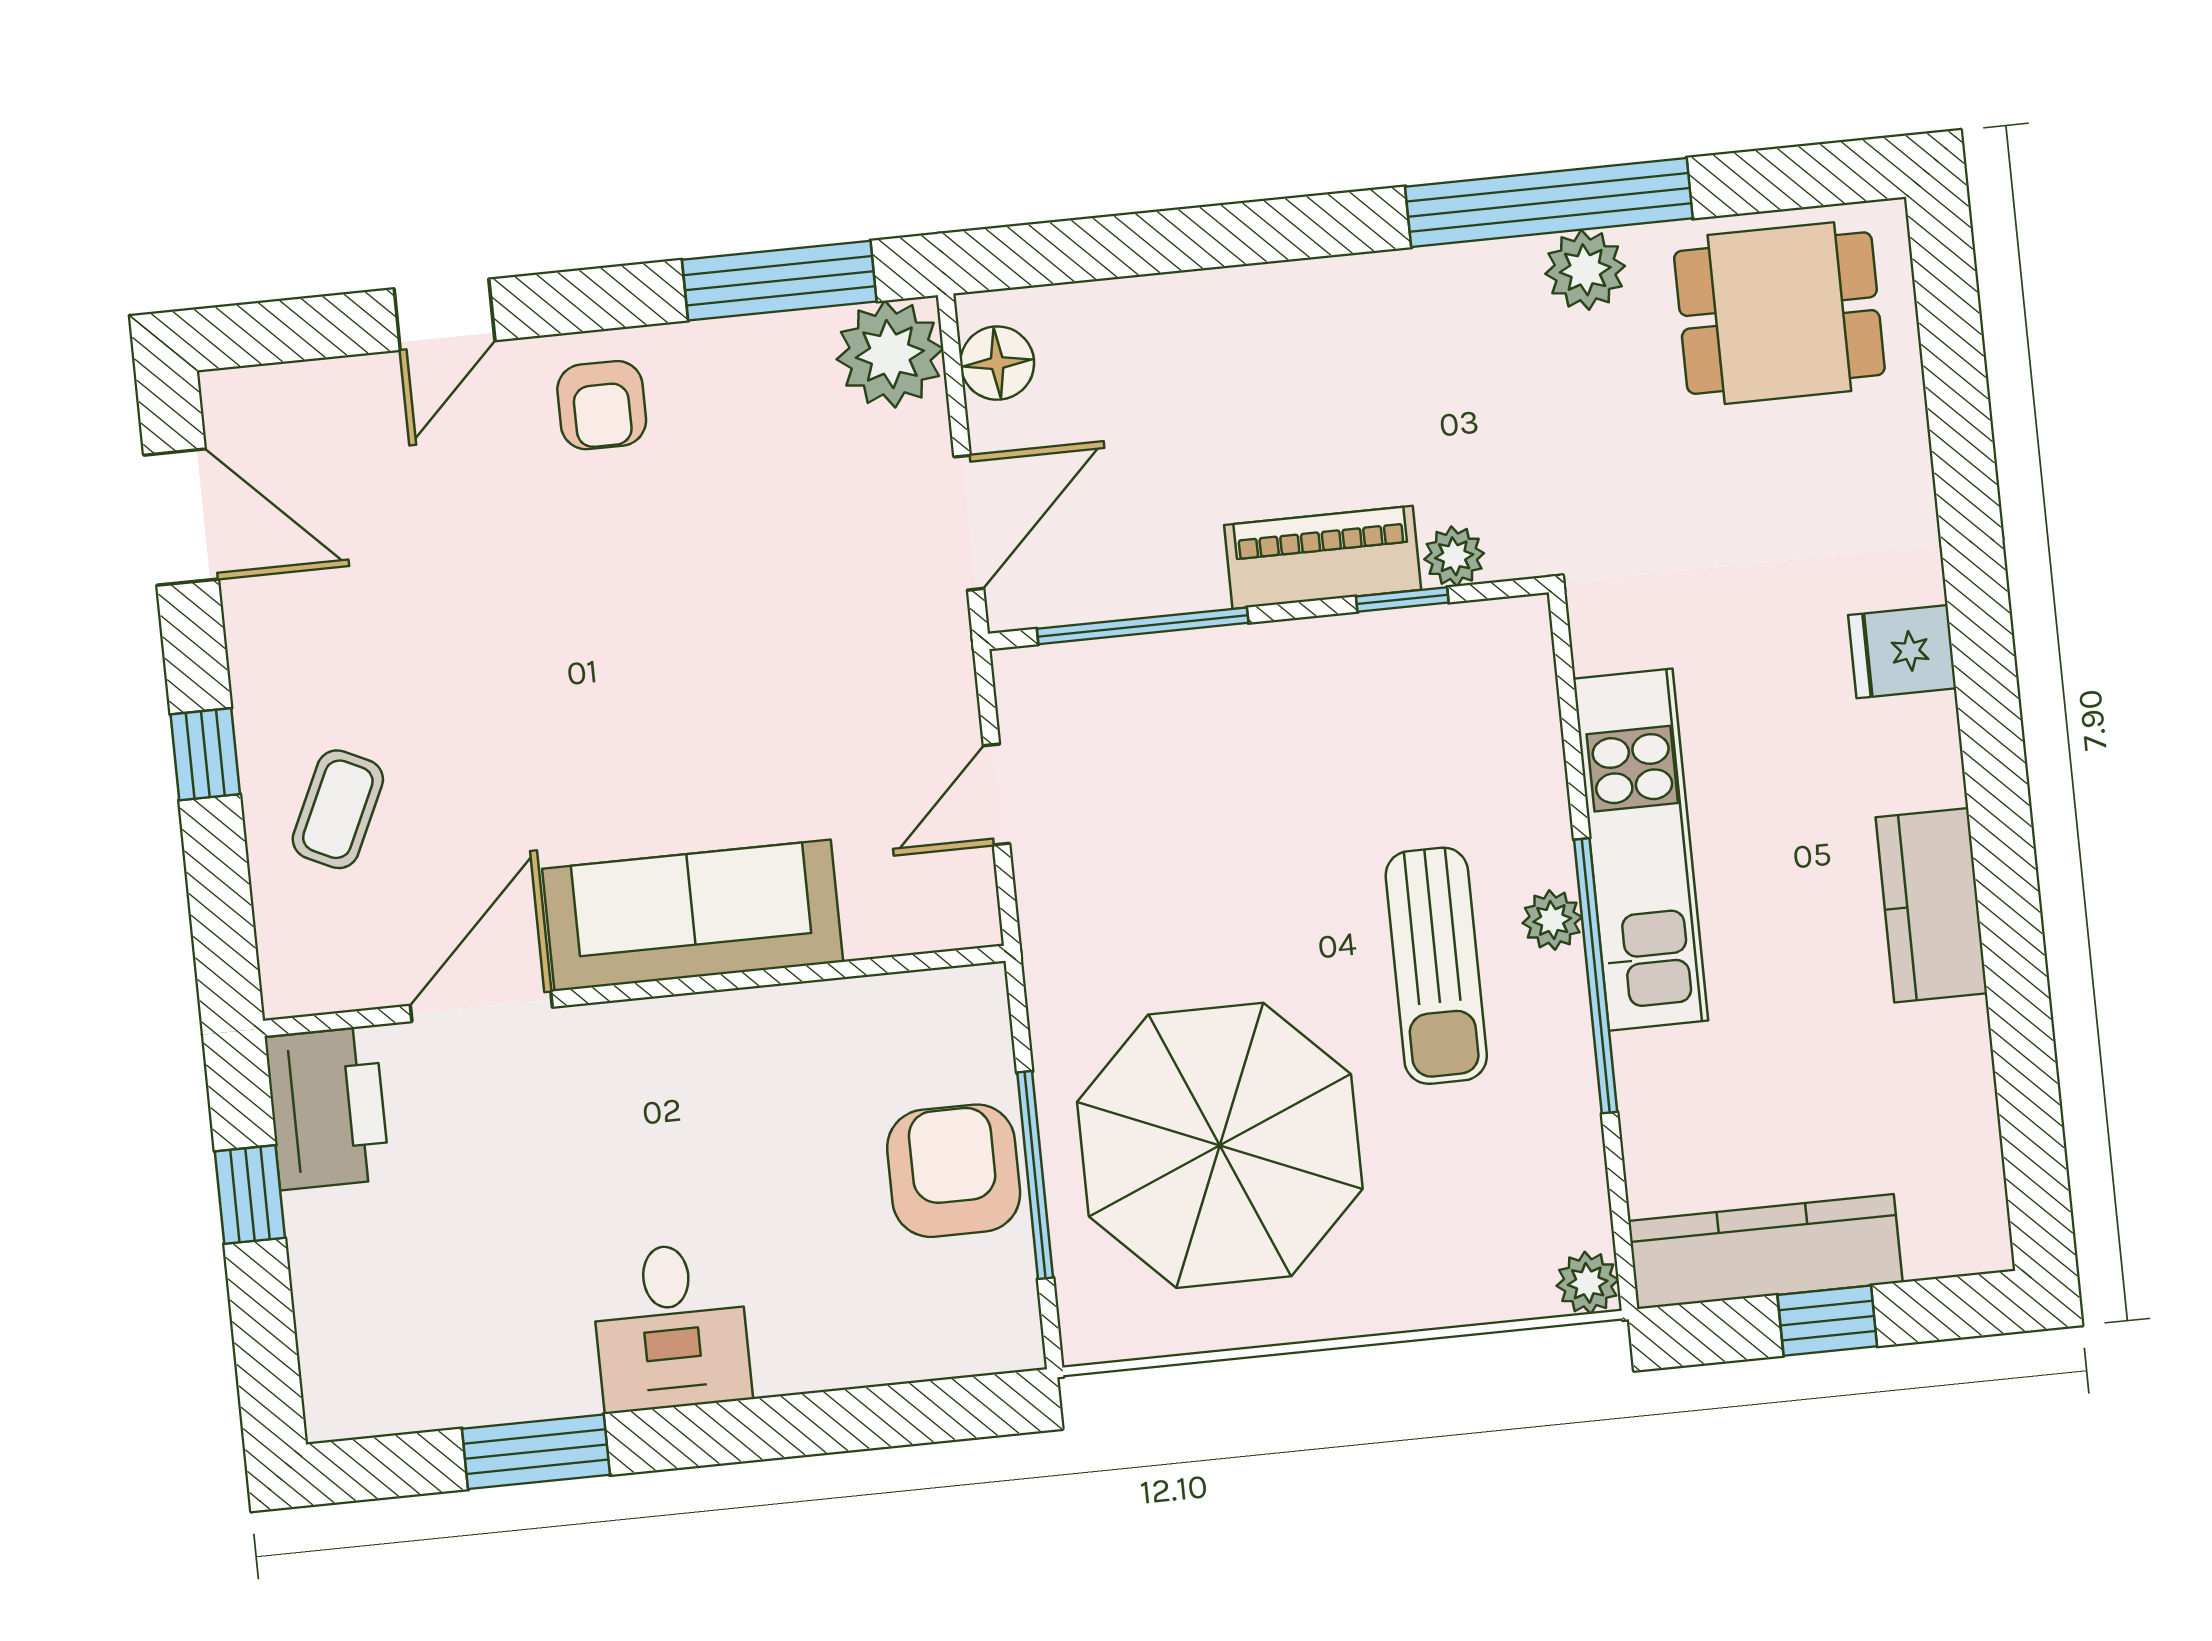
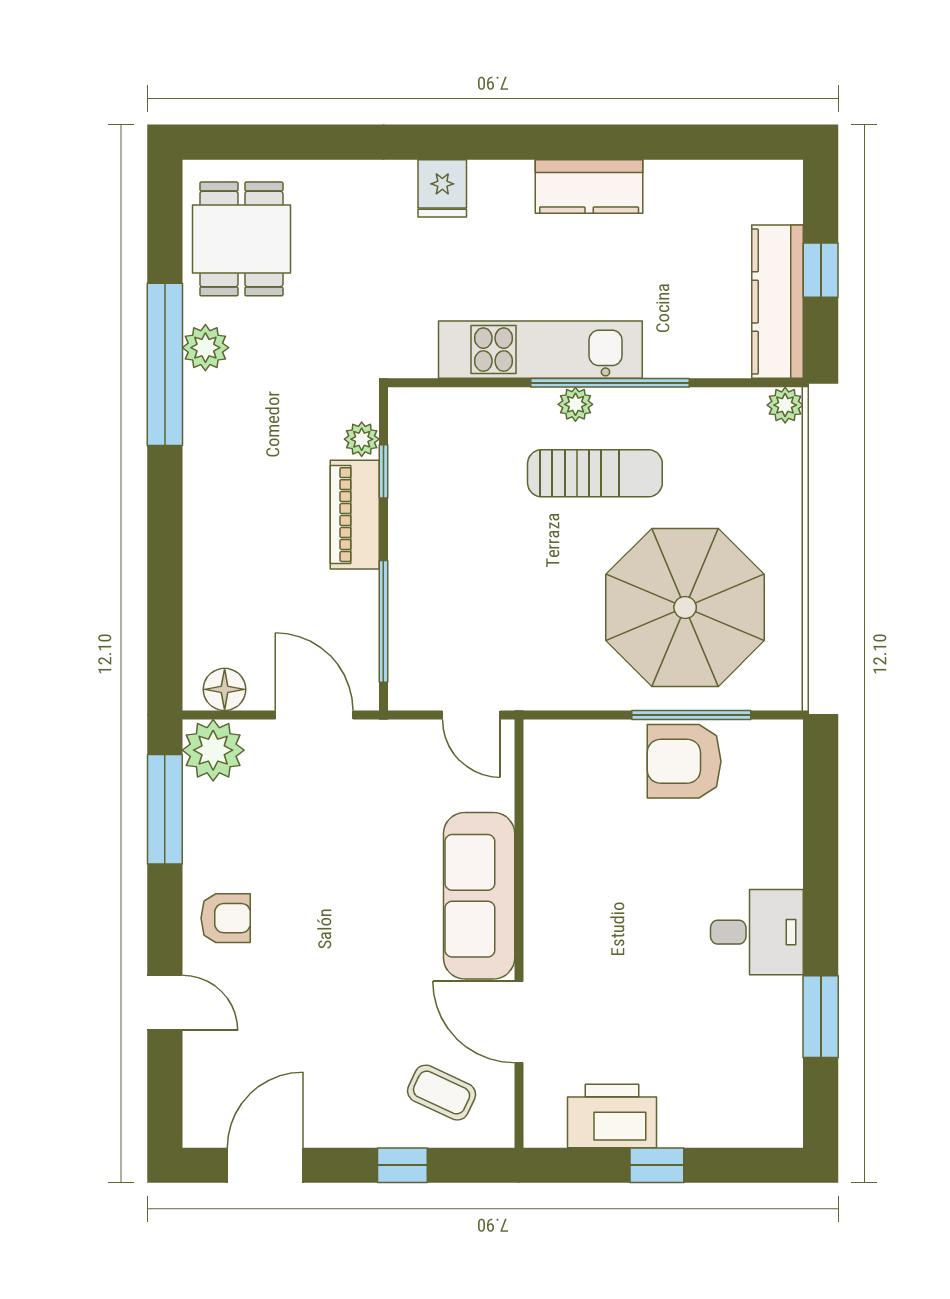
sofa: (693, 915) -> (479, 896), moved
wall: (634, 991) -> (519, 934), moved
door: (481, 1006) -> (519, 1022), moved

